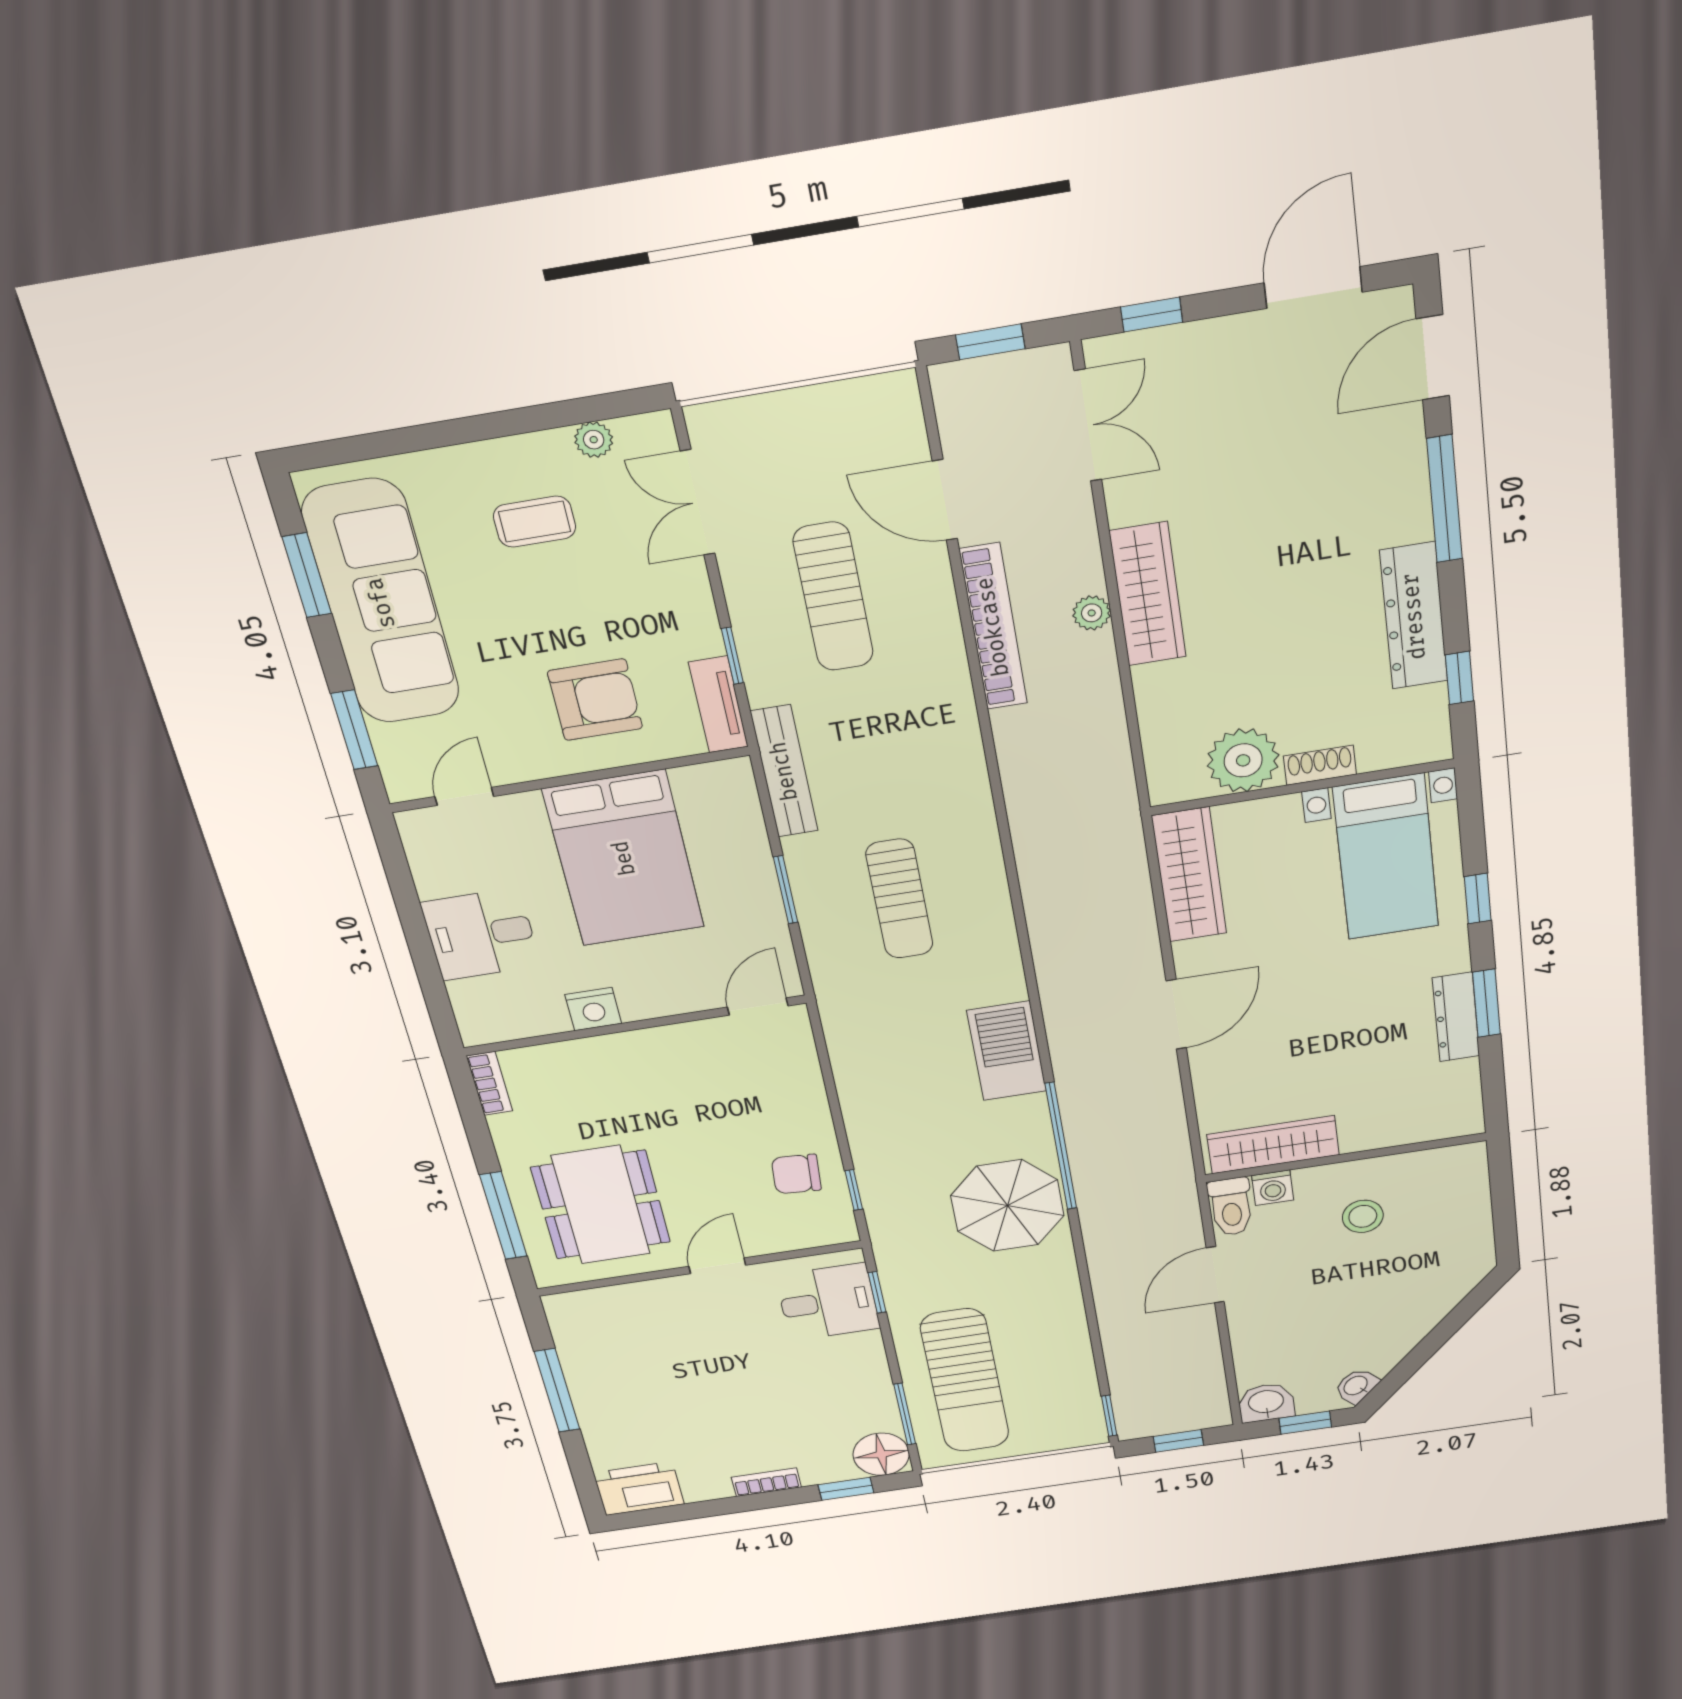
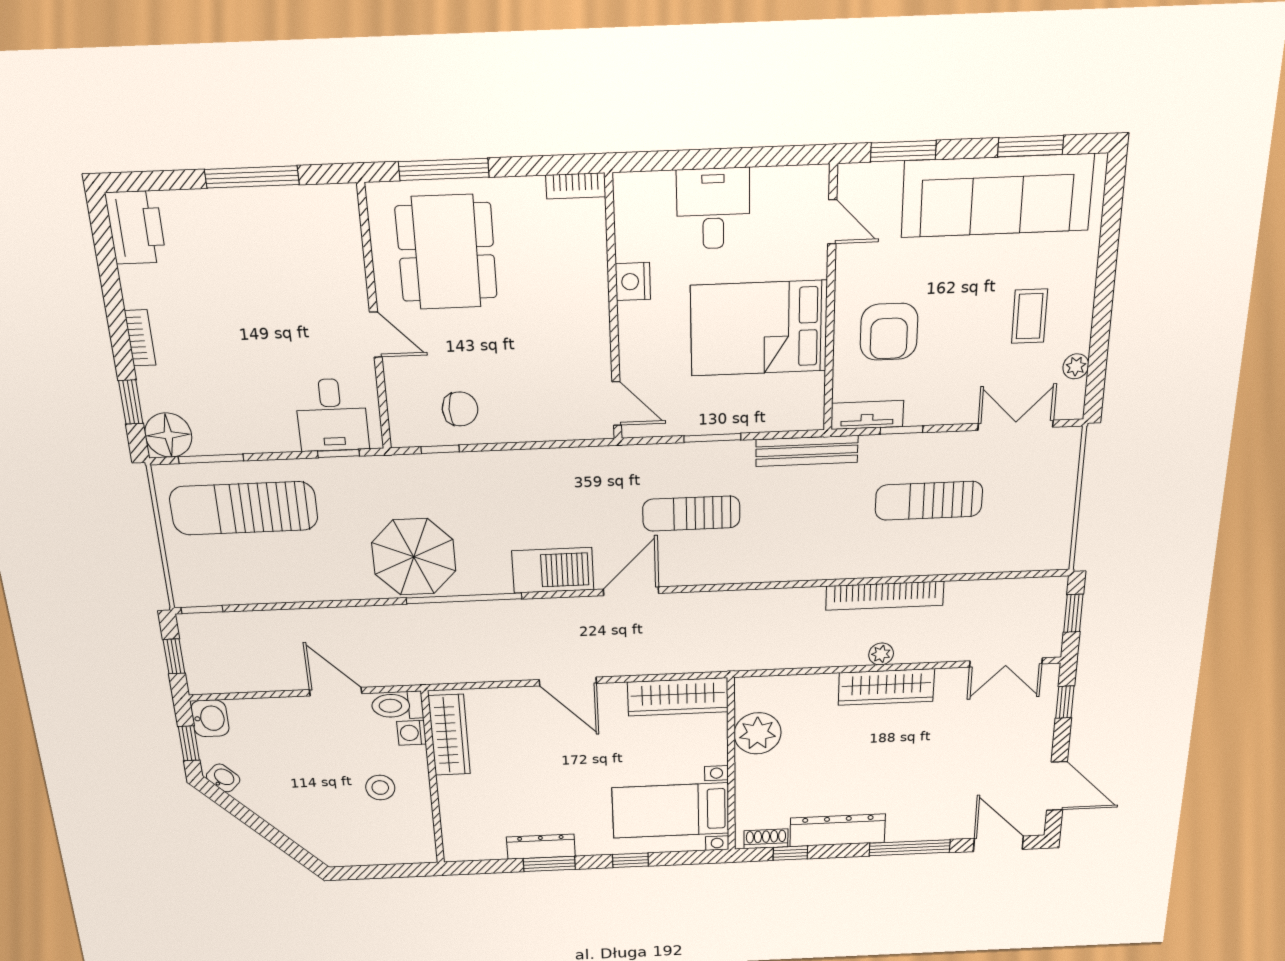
door: (945, 500) -> (631, 591), moved
shoe rack: (1320, 765) -> (766, 839), moved, turned -90
chair: (796, 1174) -> (460, 409), turned 86
dining table: (601, 1205) -> (446, 252), turned 90

